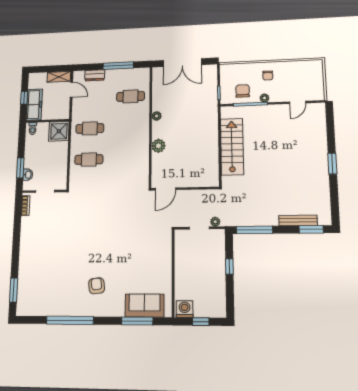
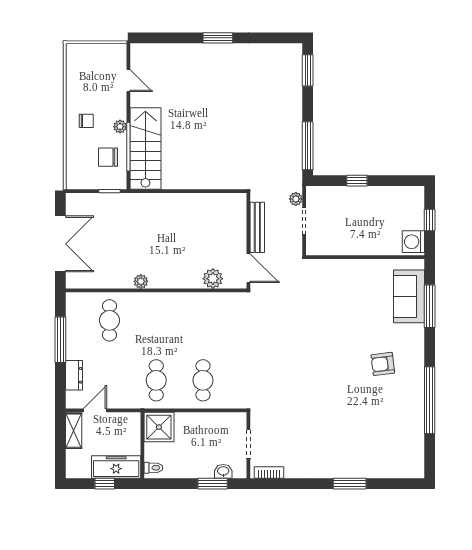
plant: (158, 146) -> (213, 279), moved
stairs: (232, 147) -> (145, 149), moved, turned 90
bench: (298, 220) -> (257, 227), moved
window: (14, 290) -> (350, 484), moved

